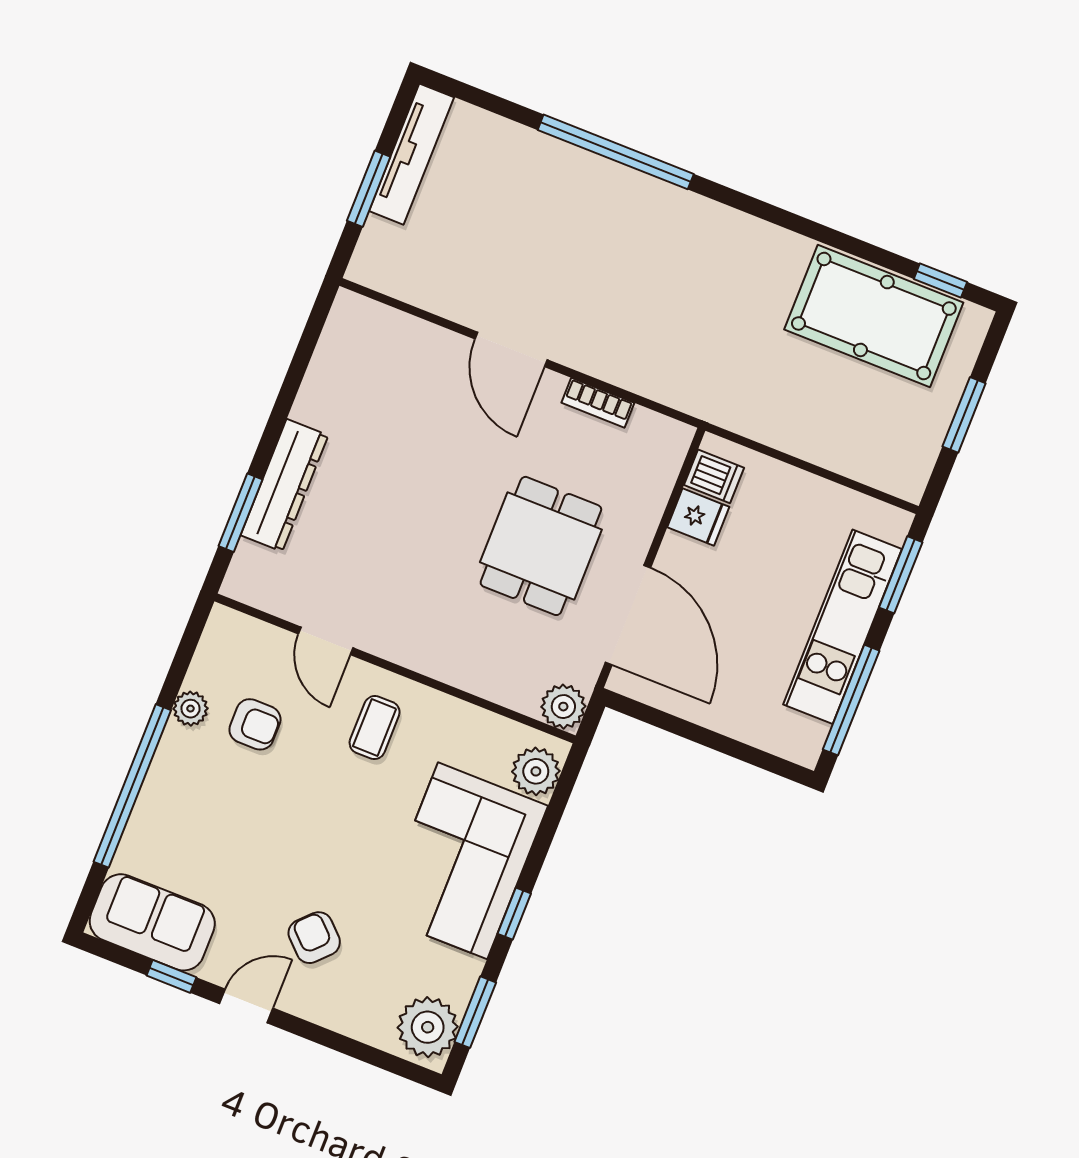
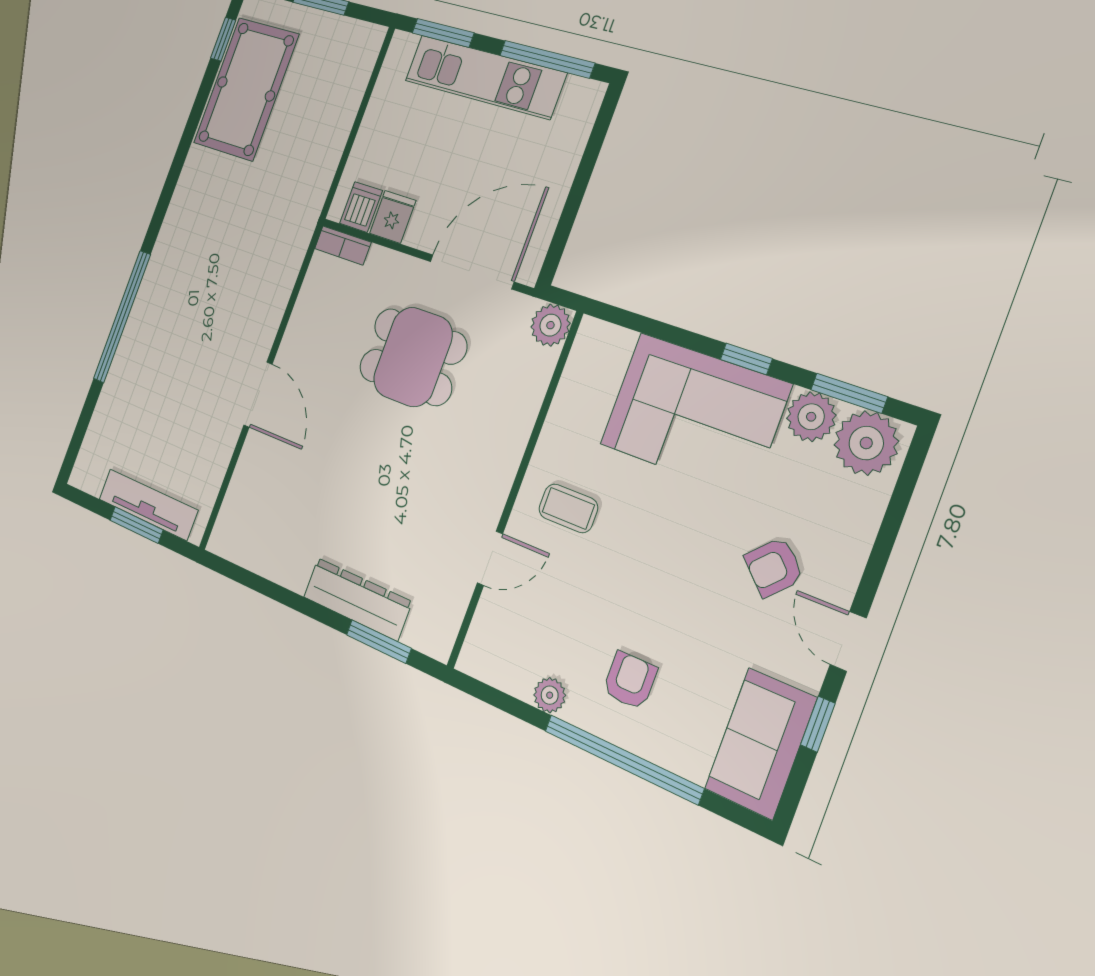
tv unit: (411, 154) -> (148, 505), moved
door: (511, 349) -> (258, 395), hinge flipped
bookcase: (598, 403) -> (343, 245), moved, turned 90
armchair: (255, 724) -> (630, 680), moved
plant: (536, 771) -> (811, 417), moved

